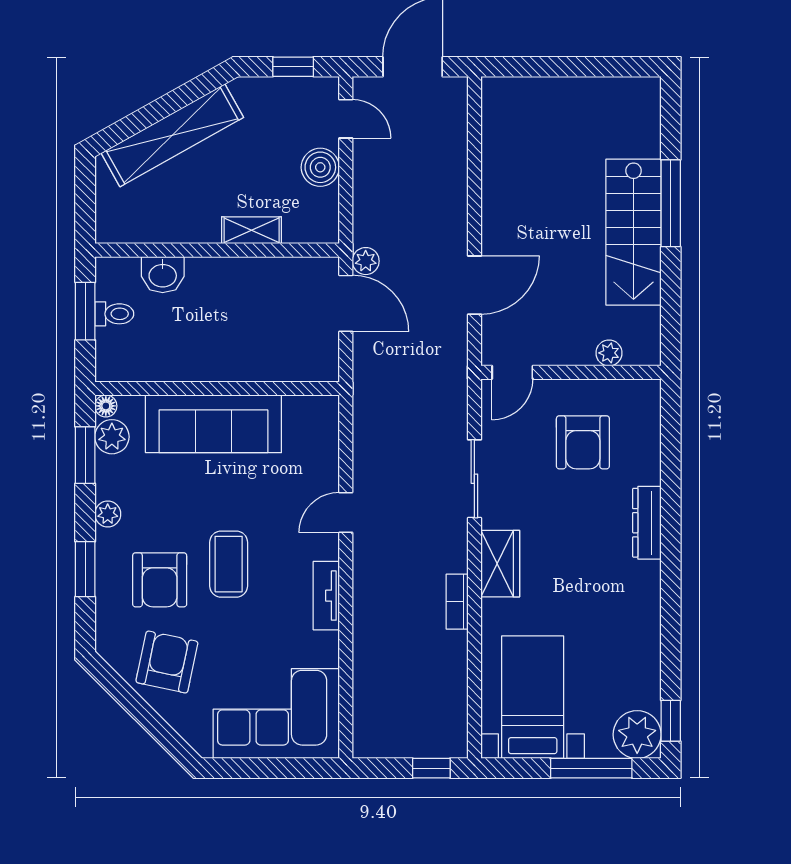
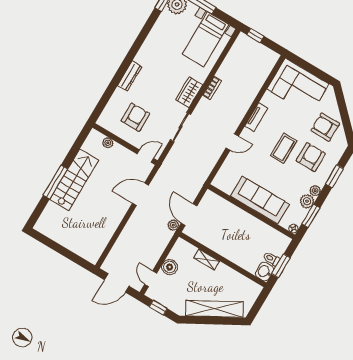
washbasin: (163, 275) -> (265, 272), moved, turned -90
plant: (112, 437) -> (307, 201), moved
armchair: (167, 662) -> (325, 127), turned 78

